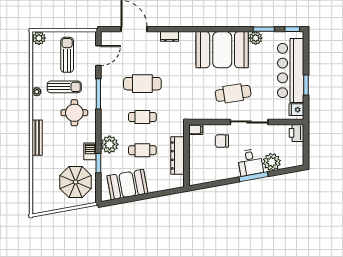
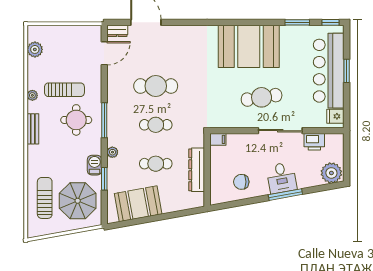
dresser: (169, 36) -> (117, 31), moved
plant: (39, 38) -> (35, 49), moved
plant: (256, 38) -> (288, 33), removed
sun lounger: (67, 55) -> (45, 198), moved
window: (306, 85) -> (347, 71), moved
window: (98, 94) -> (104, 120), moved
printer: (297, 133) -> (314, 142), moved, turned -90
bench: (37, 138) -> (33, 129), moved, width x0.73
chair: (222, 141) -> (241, 182), moved
plant: (109, 144) -> (112, 152), width x0.53, depth x0.53
plant: (272, 162) -> (331, 173), moved

